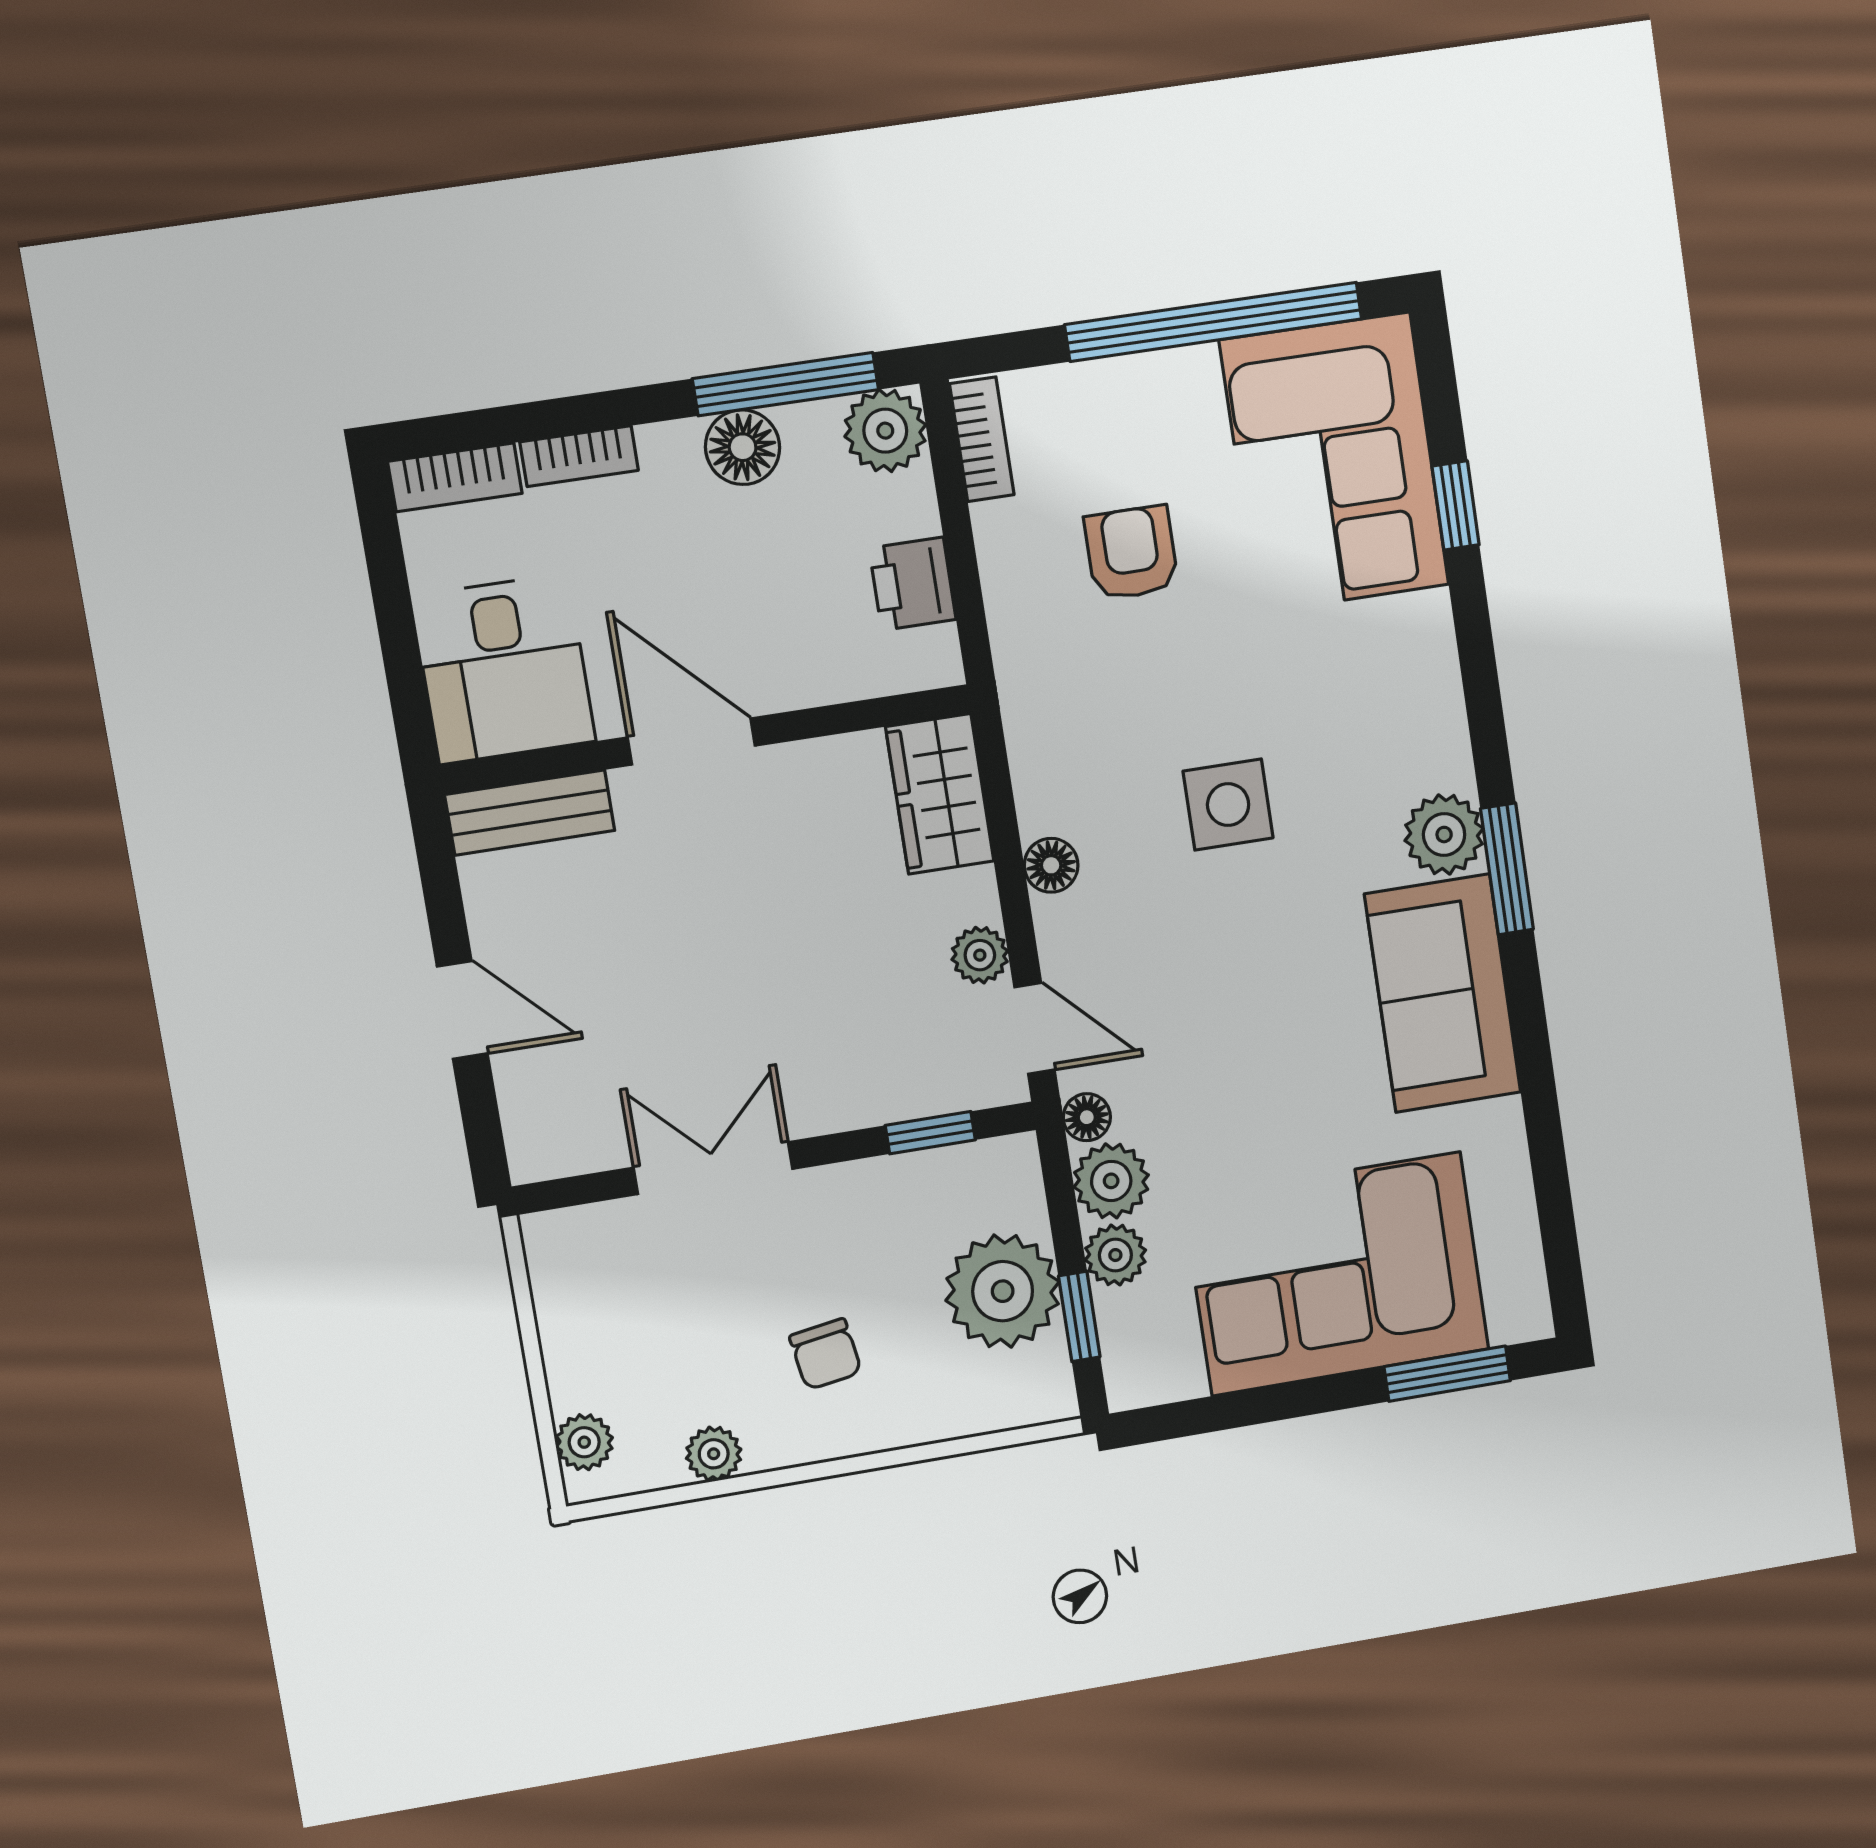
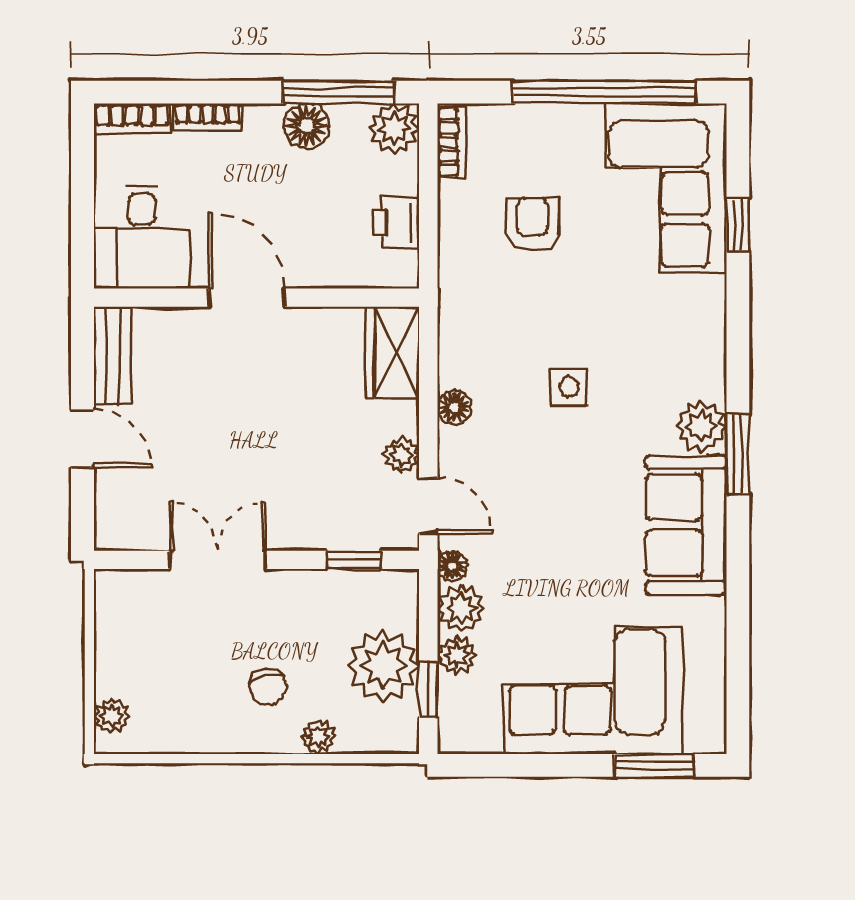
side table: (1228, 805) -> (569, 387), width x0.73, depth x0.73
bench: (530, 813) -> (113, 356), moved, turned 90
plant: (714, 1454) -> (318, 737), moved

